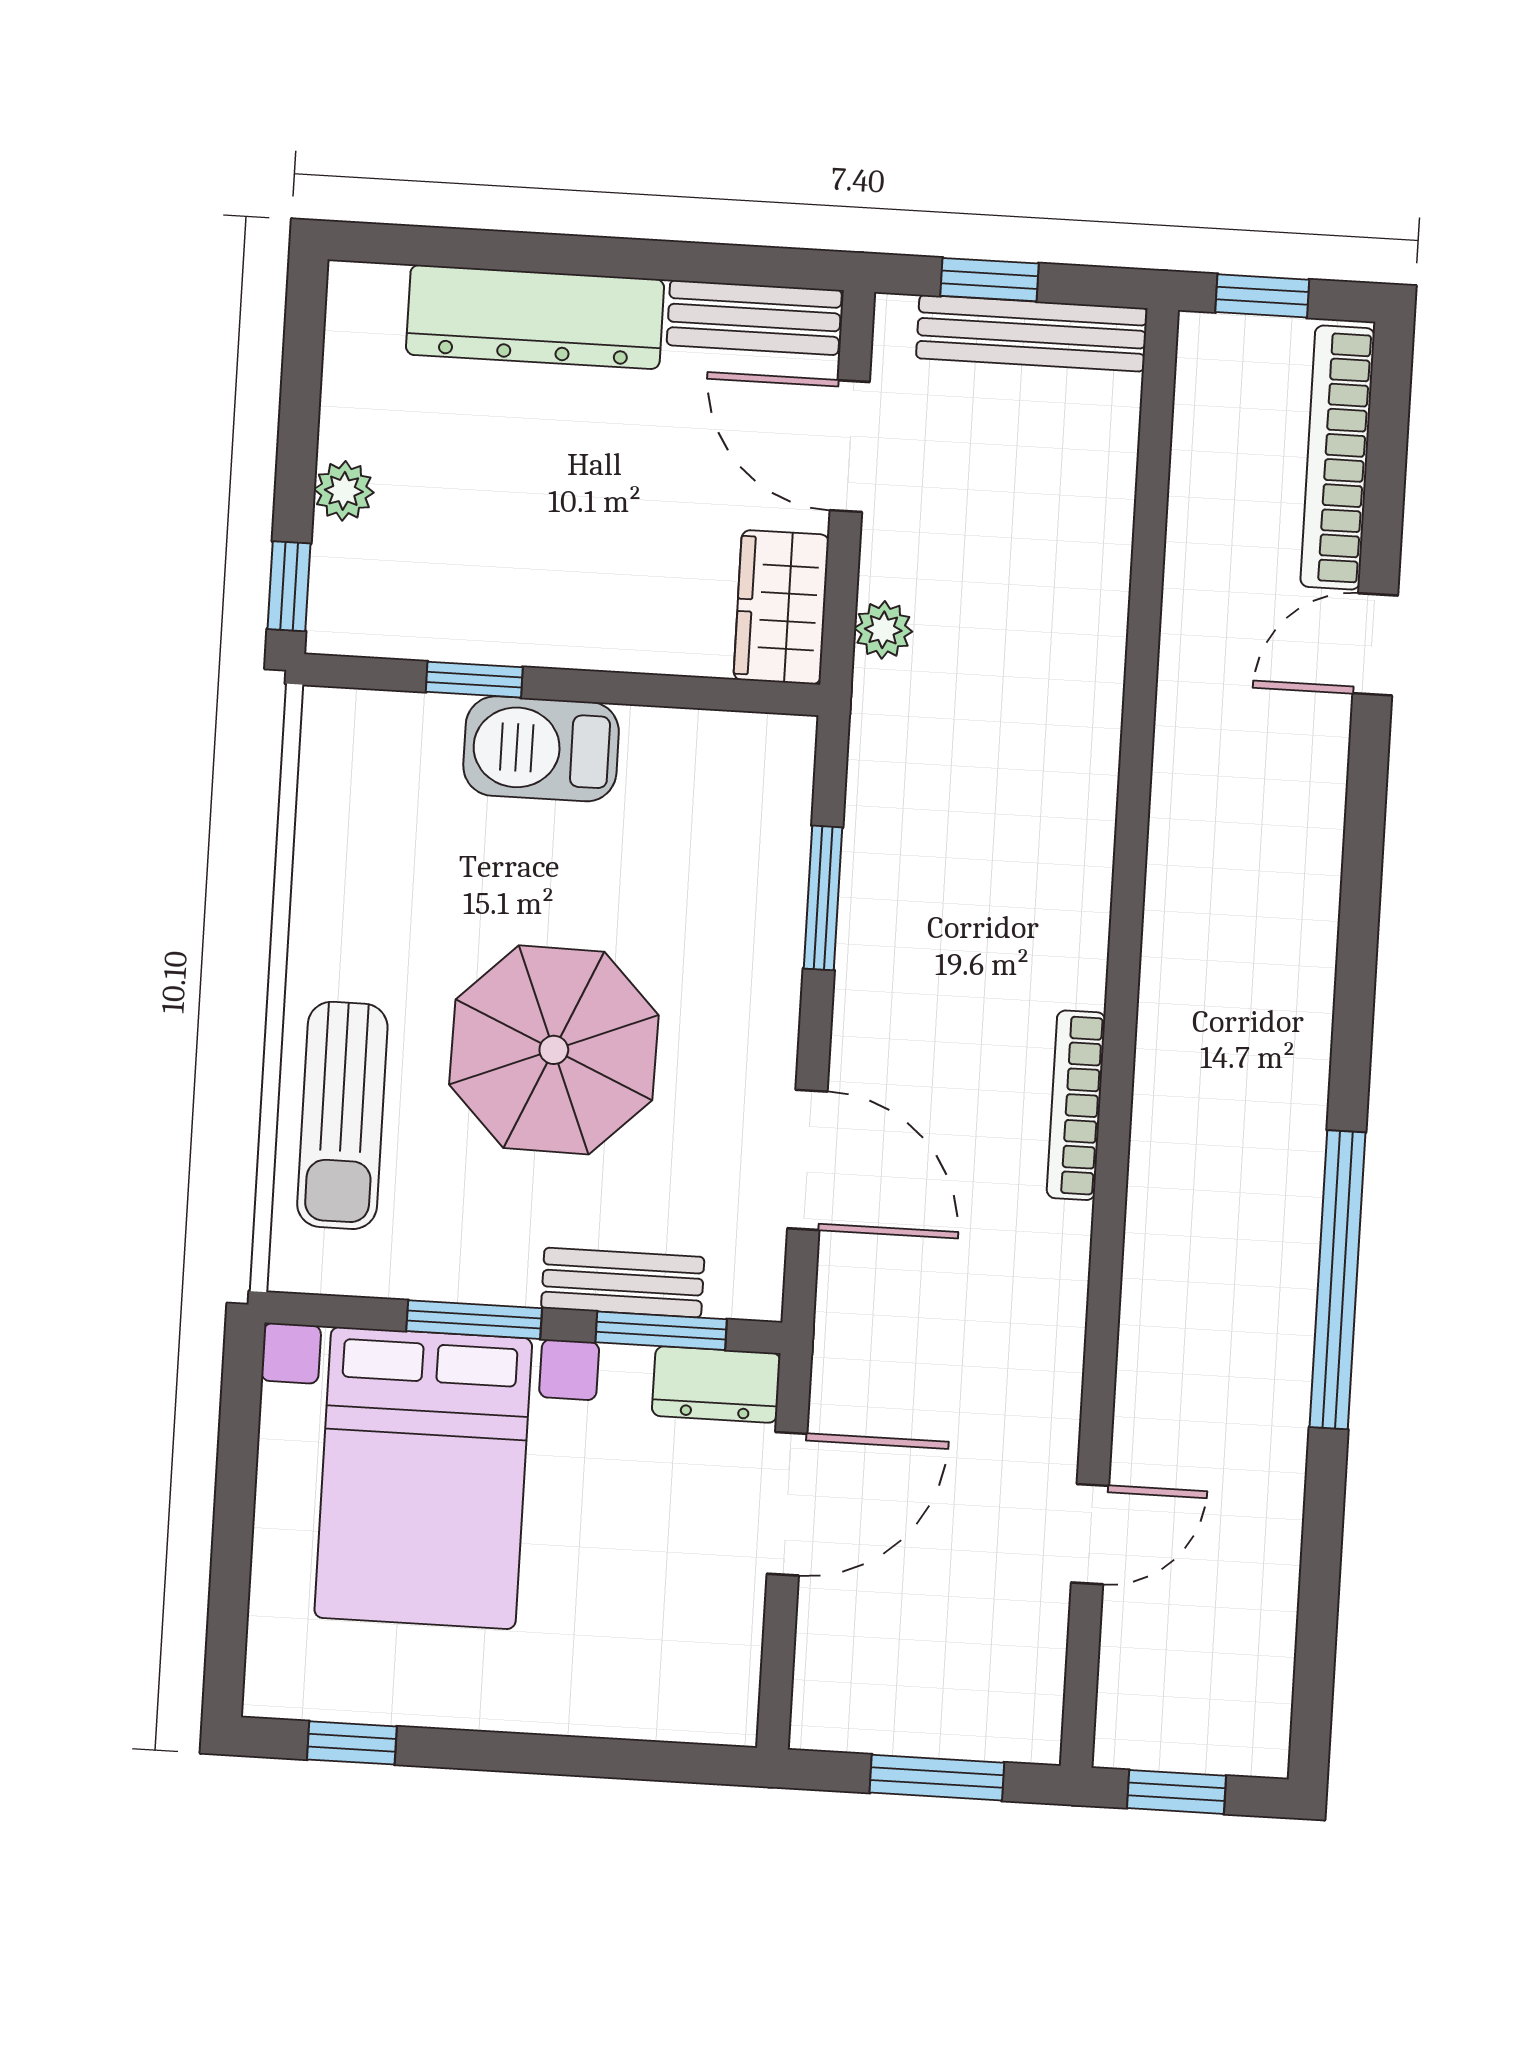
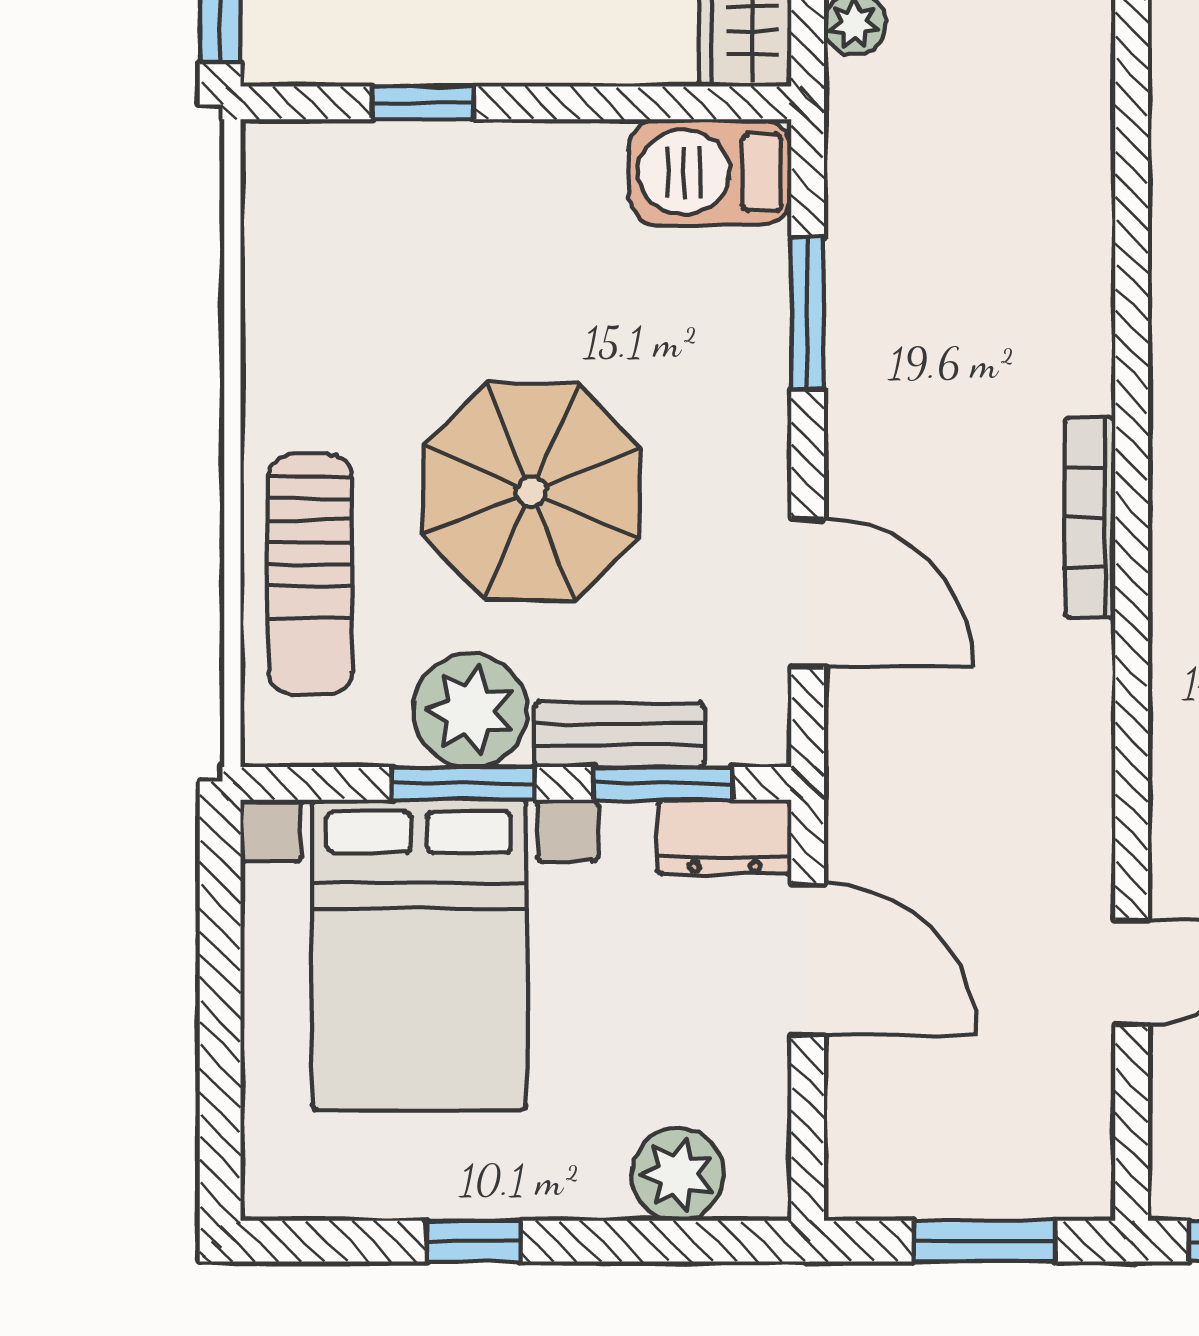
barbecue: (541, 749) -> (710, 172), moved
plant: (485, 1251) -> (470, 710), added
door: (787, 1504) -> (808, 959), hinge flipped
plant: (653, 1698) -> (678, 1174), added
window: (352, 1743) -> (474, 1241), moved

